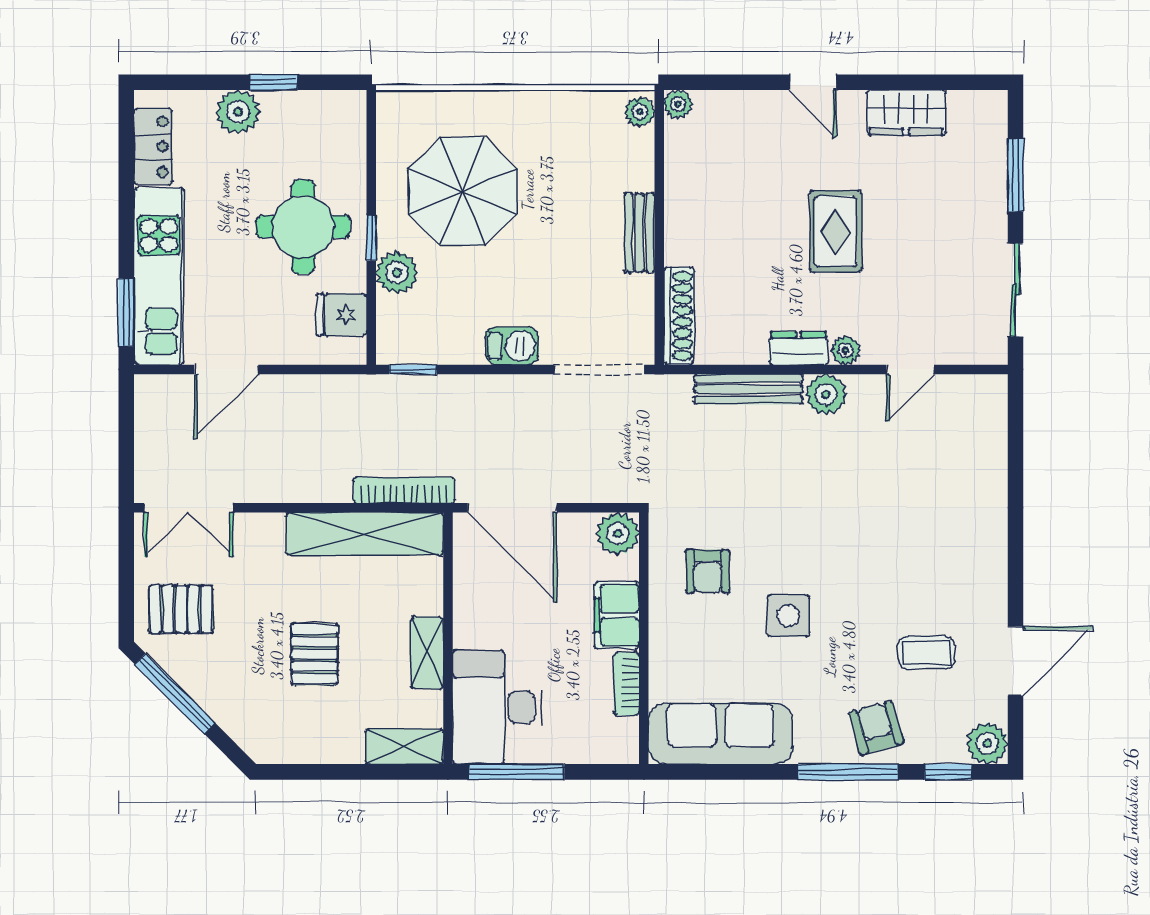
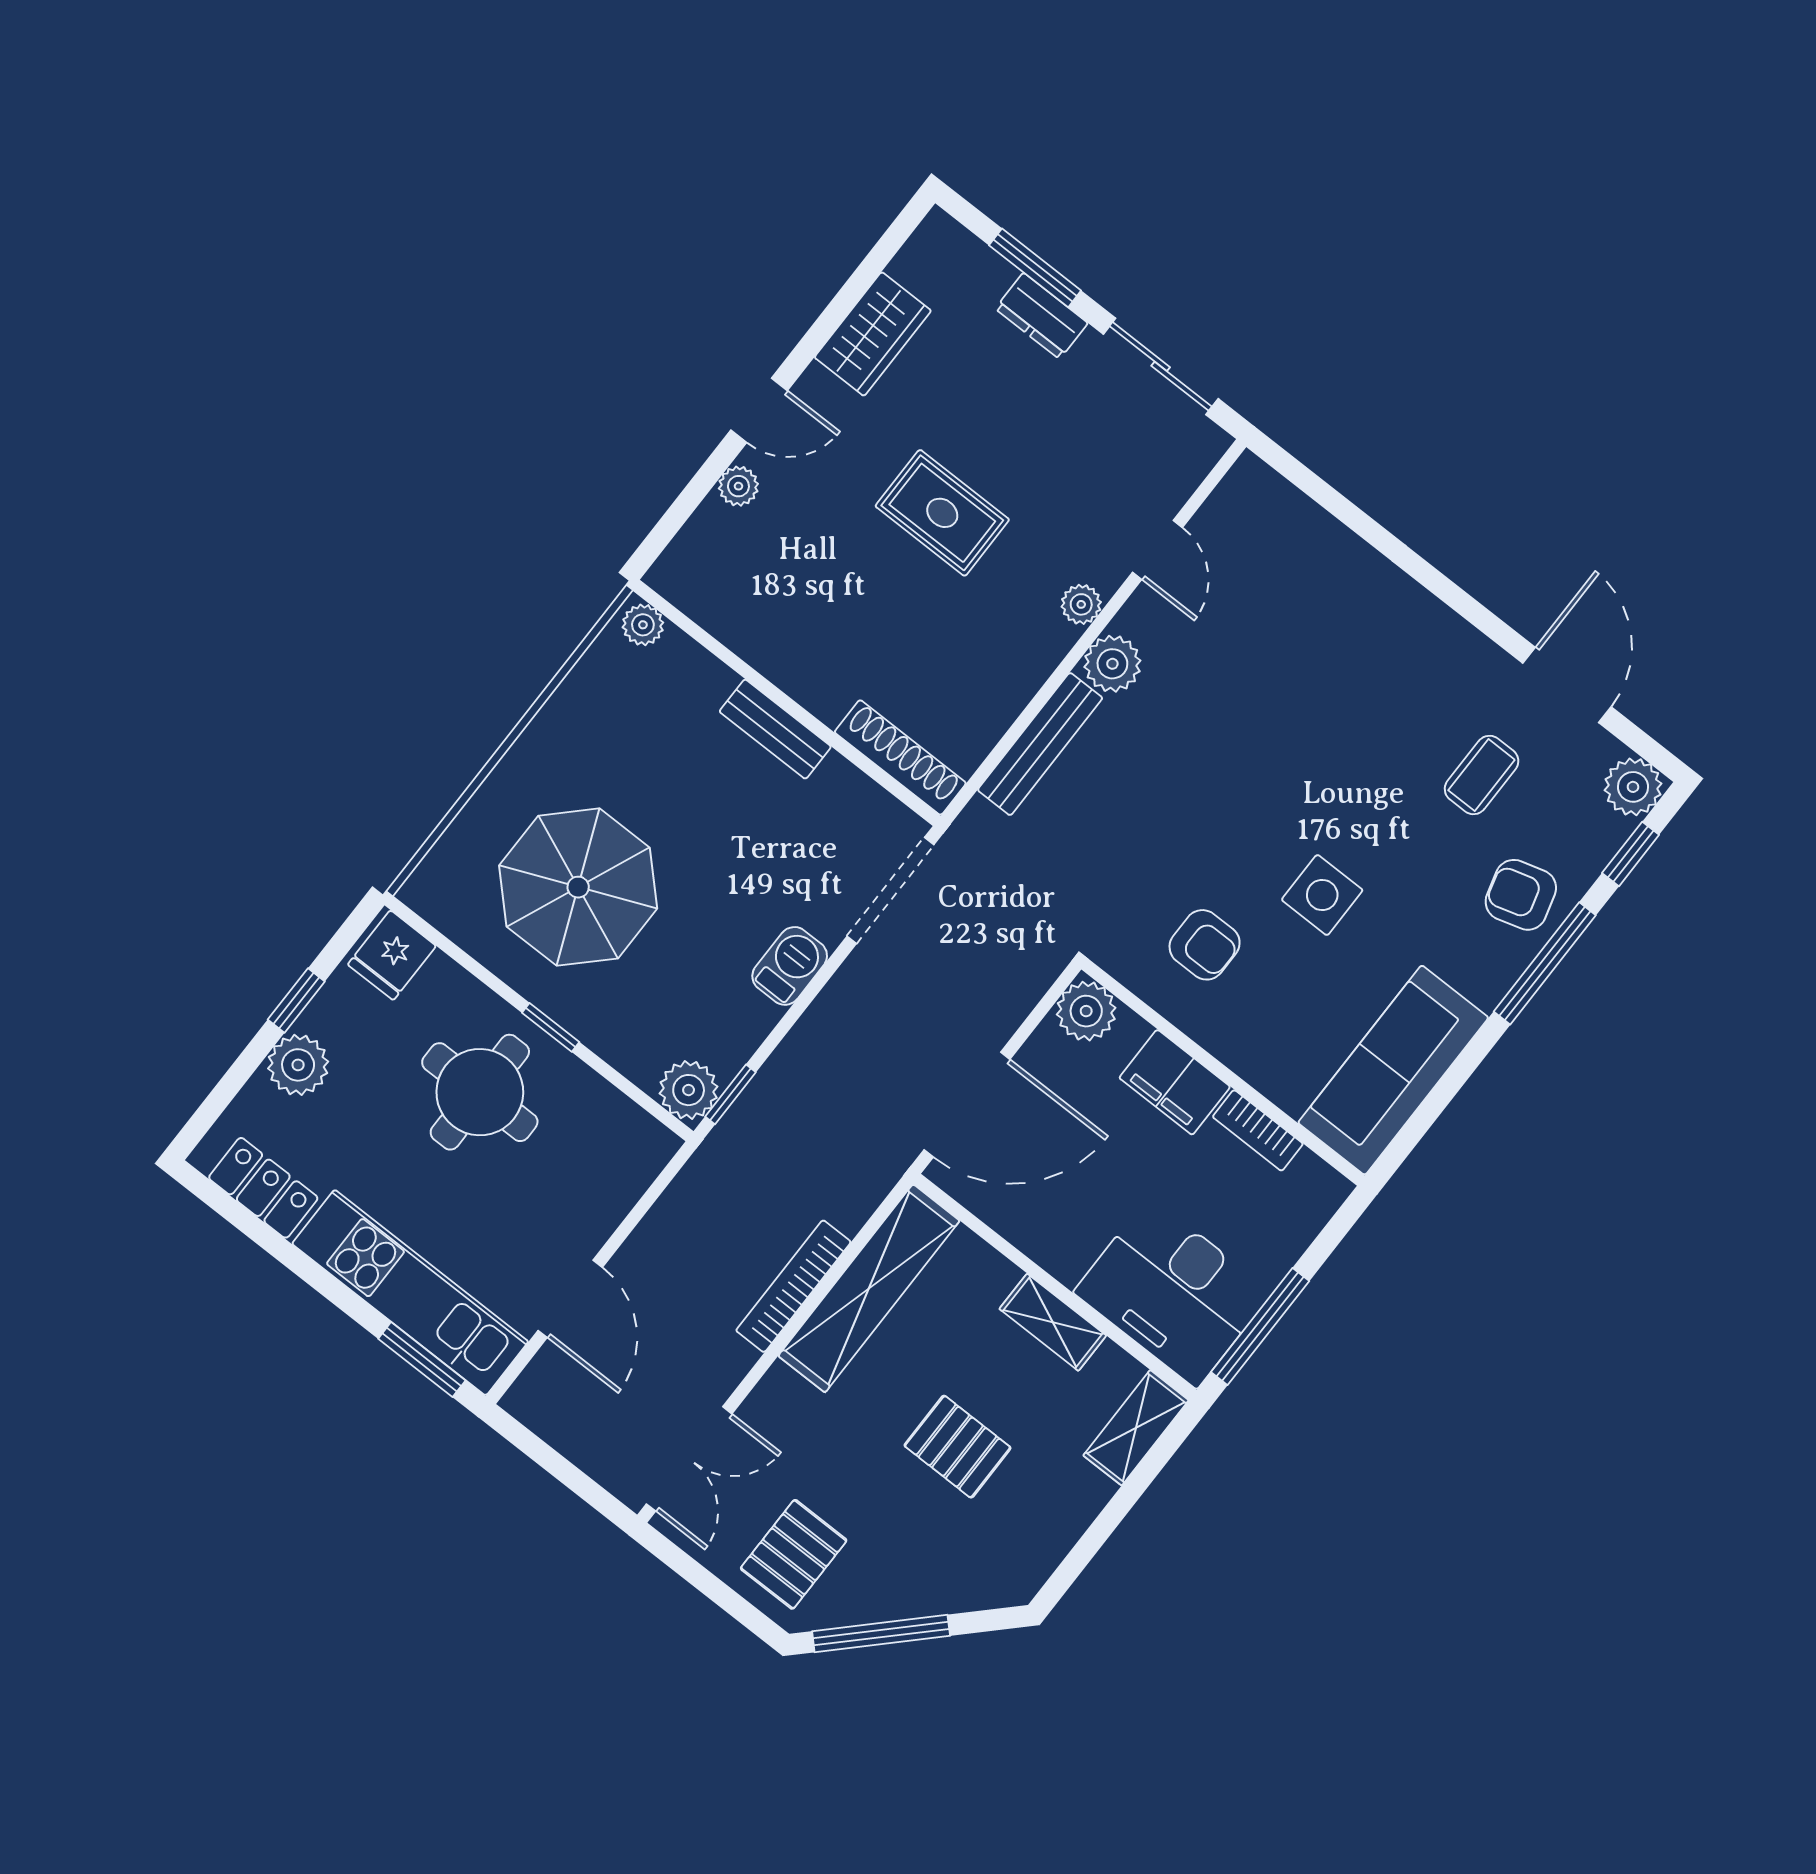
plant: (678, 104) -> (738, 486), moved
plant: (397, 273) -> (689, 1090), moved
fridge: (342, 315) -> (392, 955), moved
dresser: (799, 348) -> (1041, 316), moved, turned -90
bookcase: (404, 490) -> (793, 1286), moved

